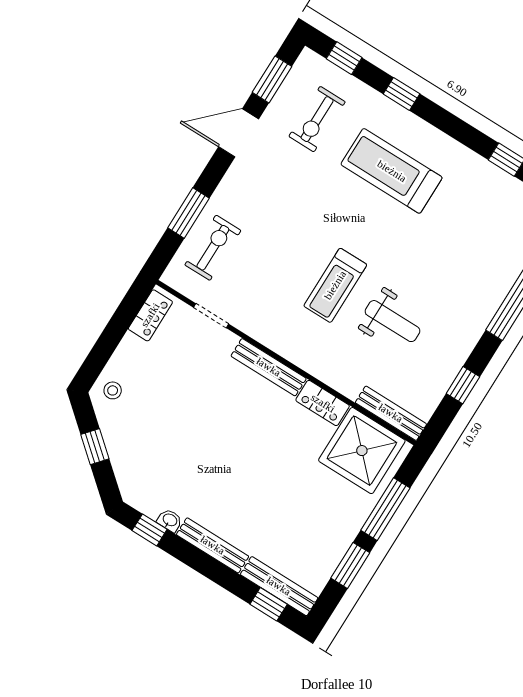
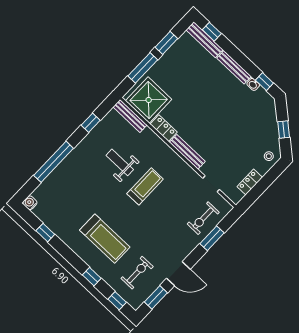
locker: (150, 315) -> (250, 182), moved

